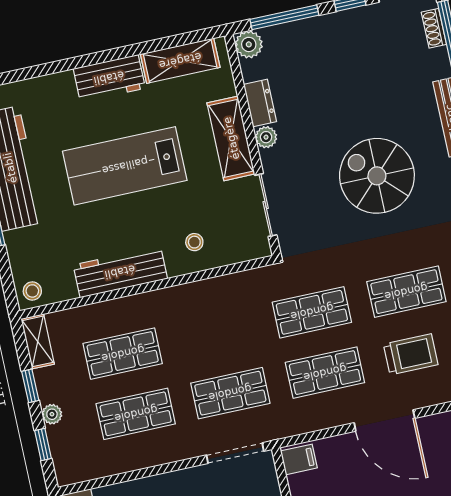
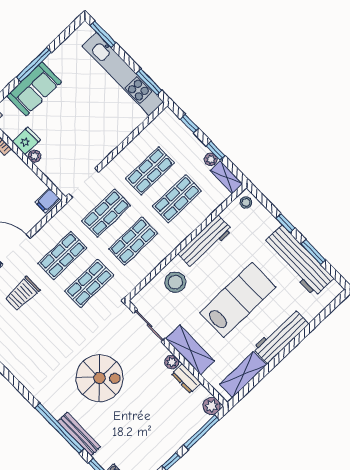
workbench: (109, 78) -> (281, 336), width x1.37
stool: (194, 242) -> (175, 282), width x1.89, depth x1.89
shop shelf: (406, 292) -> (133, 241), moved
plant: (52, 414) -> (211, 159), moved

